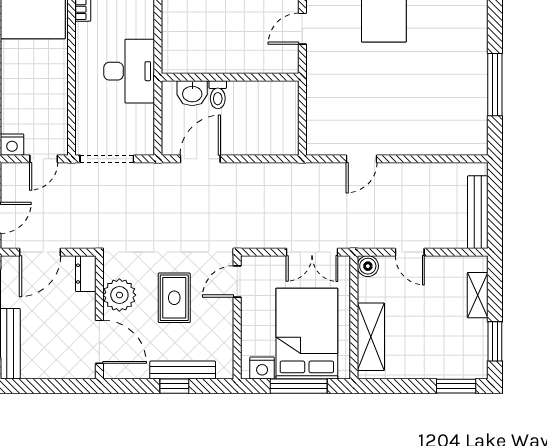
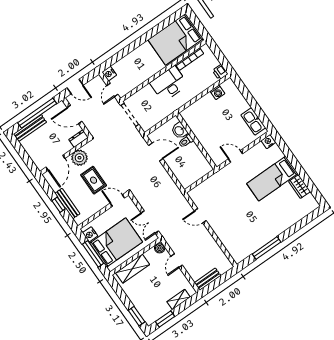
desk: (129, 71) -> (169, 84), moved, turned 180
door: (44, 159) -> (112, 90), hinge flipped
bench: (478, 212) -> (208, 279), width x0.73
rug: (174, 298) -> (94, 180), turned 90

